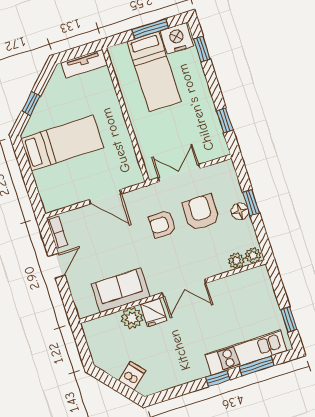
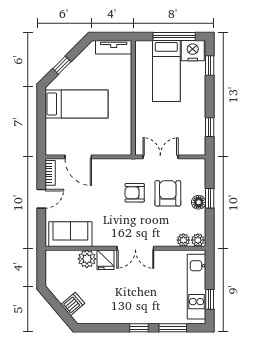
window: (150, 29) -> (174, 36), width x1.44
door: (105, 197) -> (78, 157), moved
sofa: (120, 290) -> (70, 234), moved
kitchen unit: (246, 353) -> (197, 287), moved, turned -90

